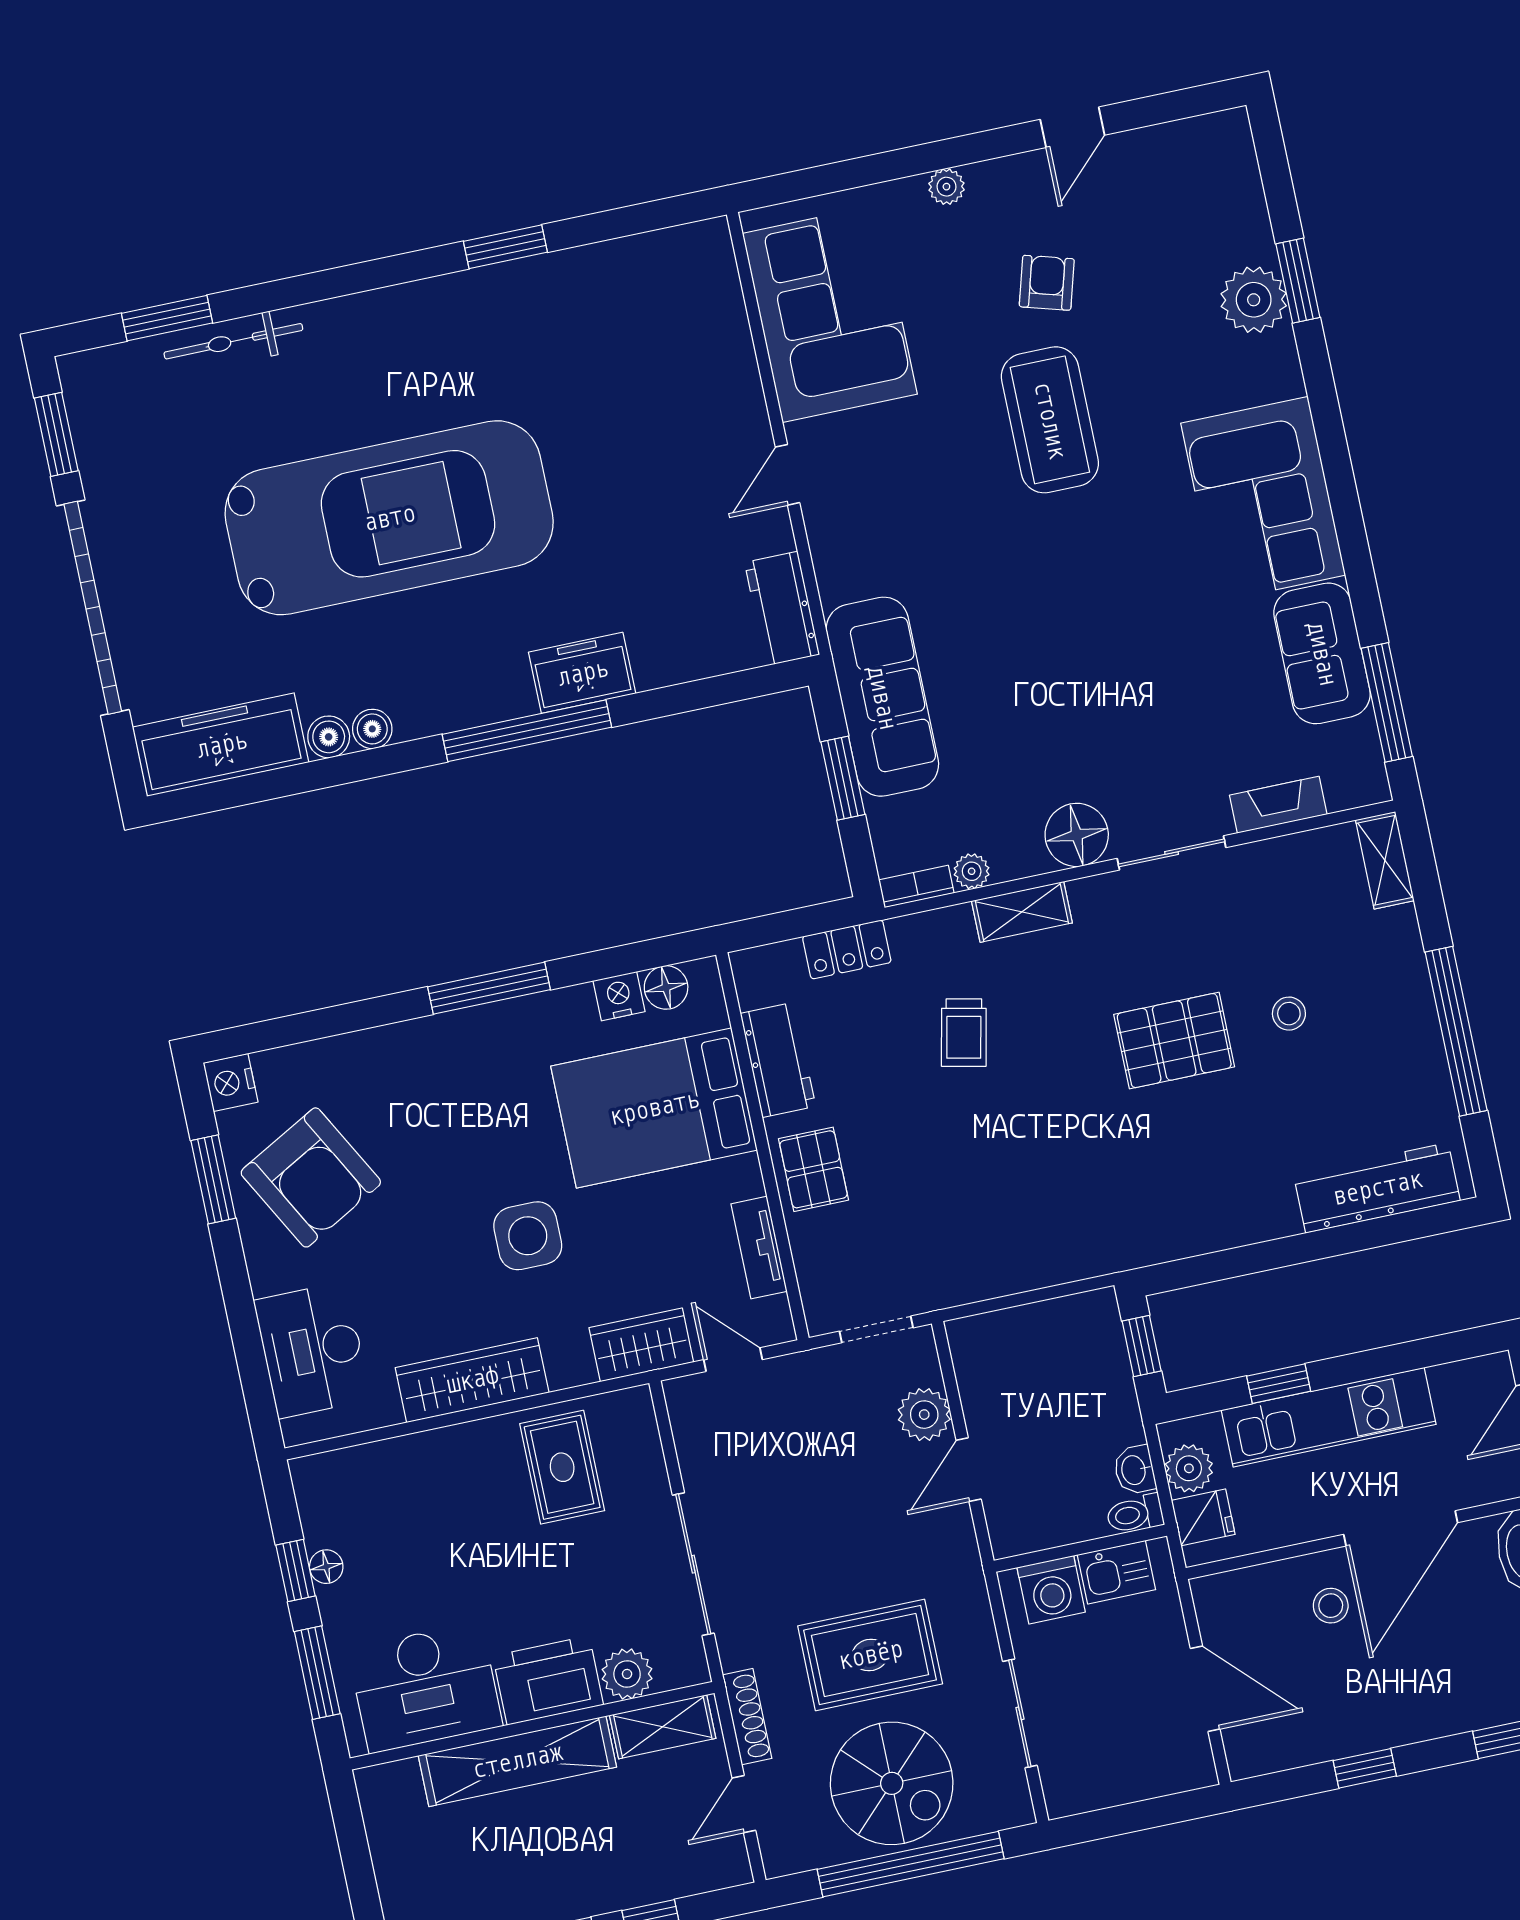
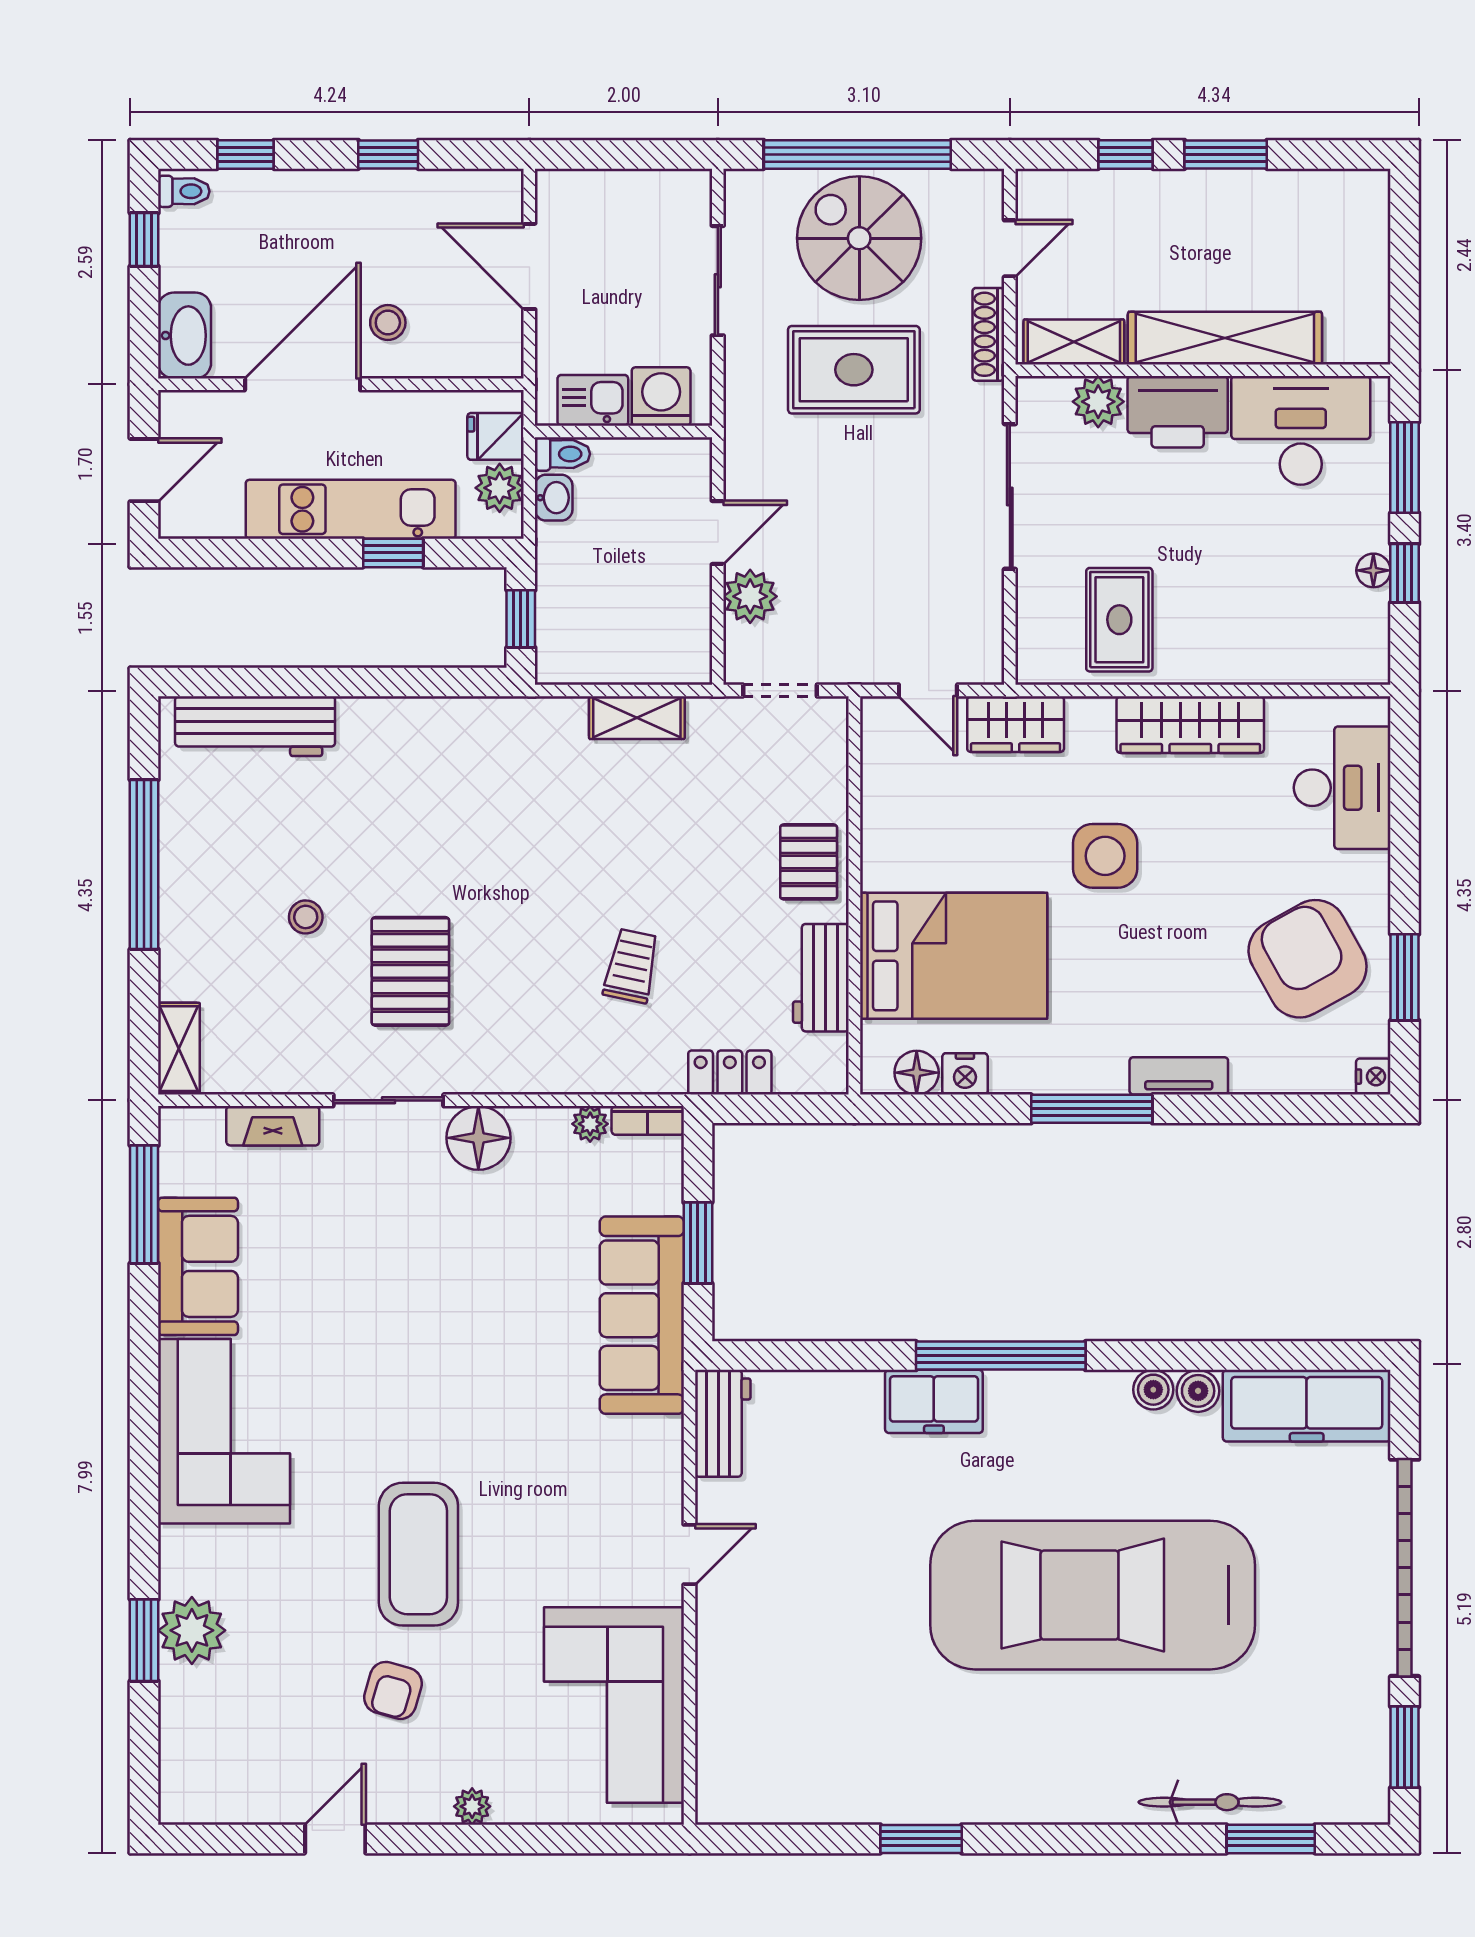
shelving: (1022, 912) -> (637, 718), moved
pallet: (1174, 1041) -> (410, 971), moved, turned 90
nightstand: (230, 1082) -> (1373, 1077), width x0.72, depth x0.74
tv unit: (759, 1248) -> (1179, 1076), moved, turned -90

